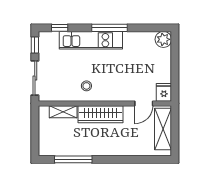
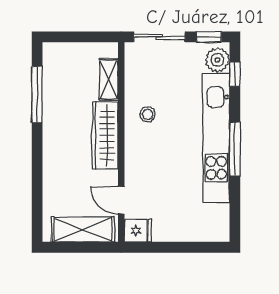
plant: (163, 39) -> (217, 60), moved
kitchen unit: (91, 40) -> (216, 138), width x1.36

